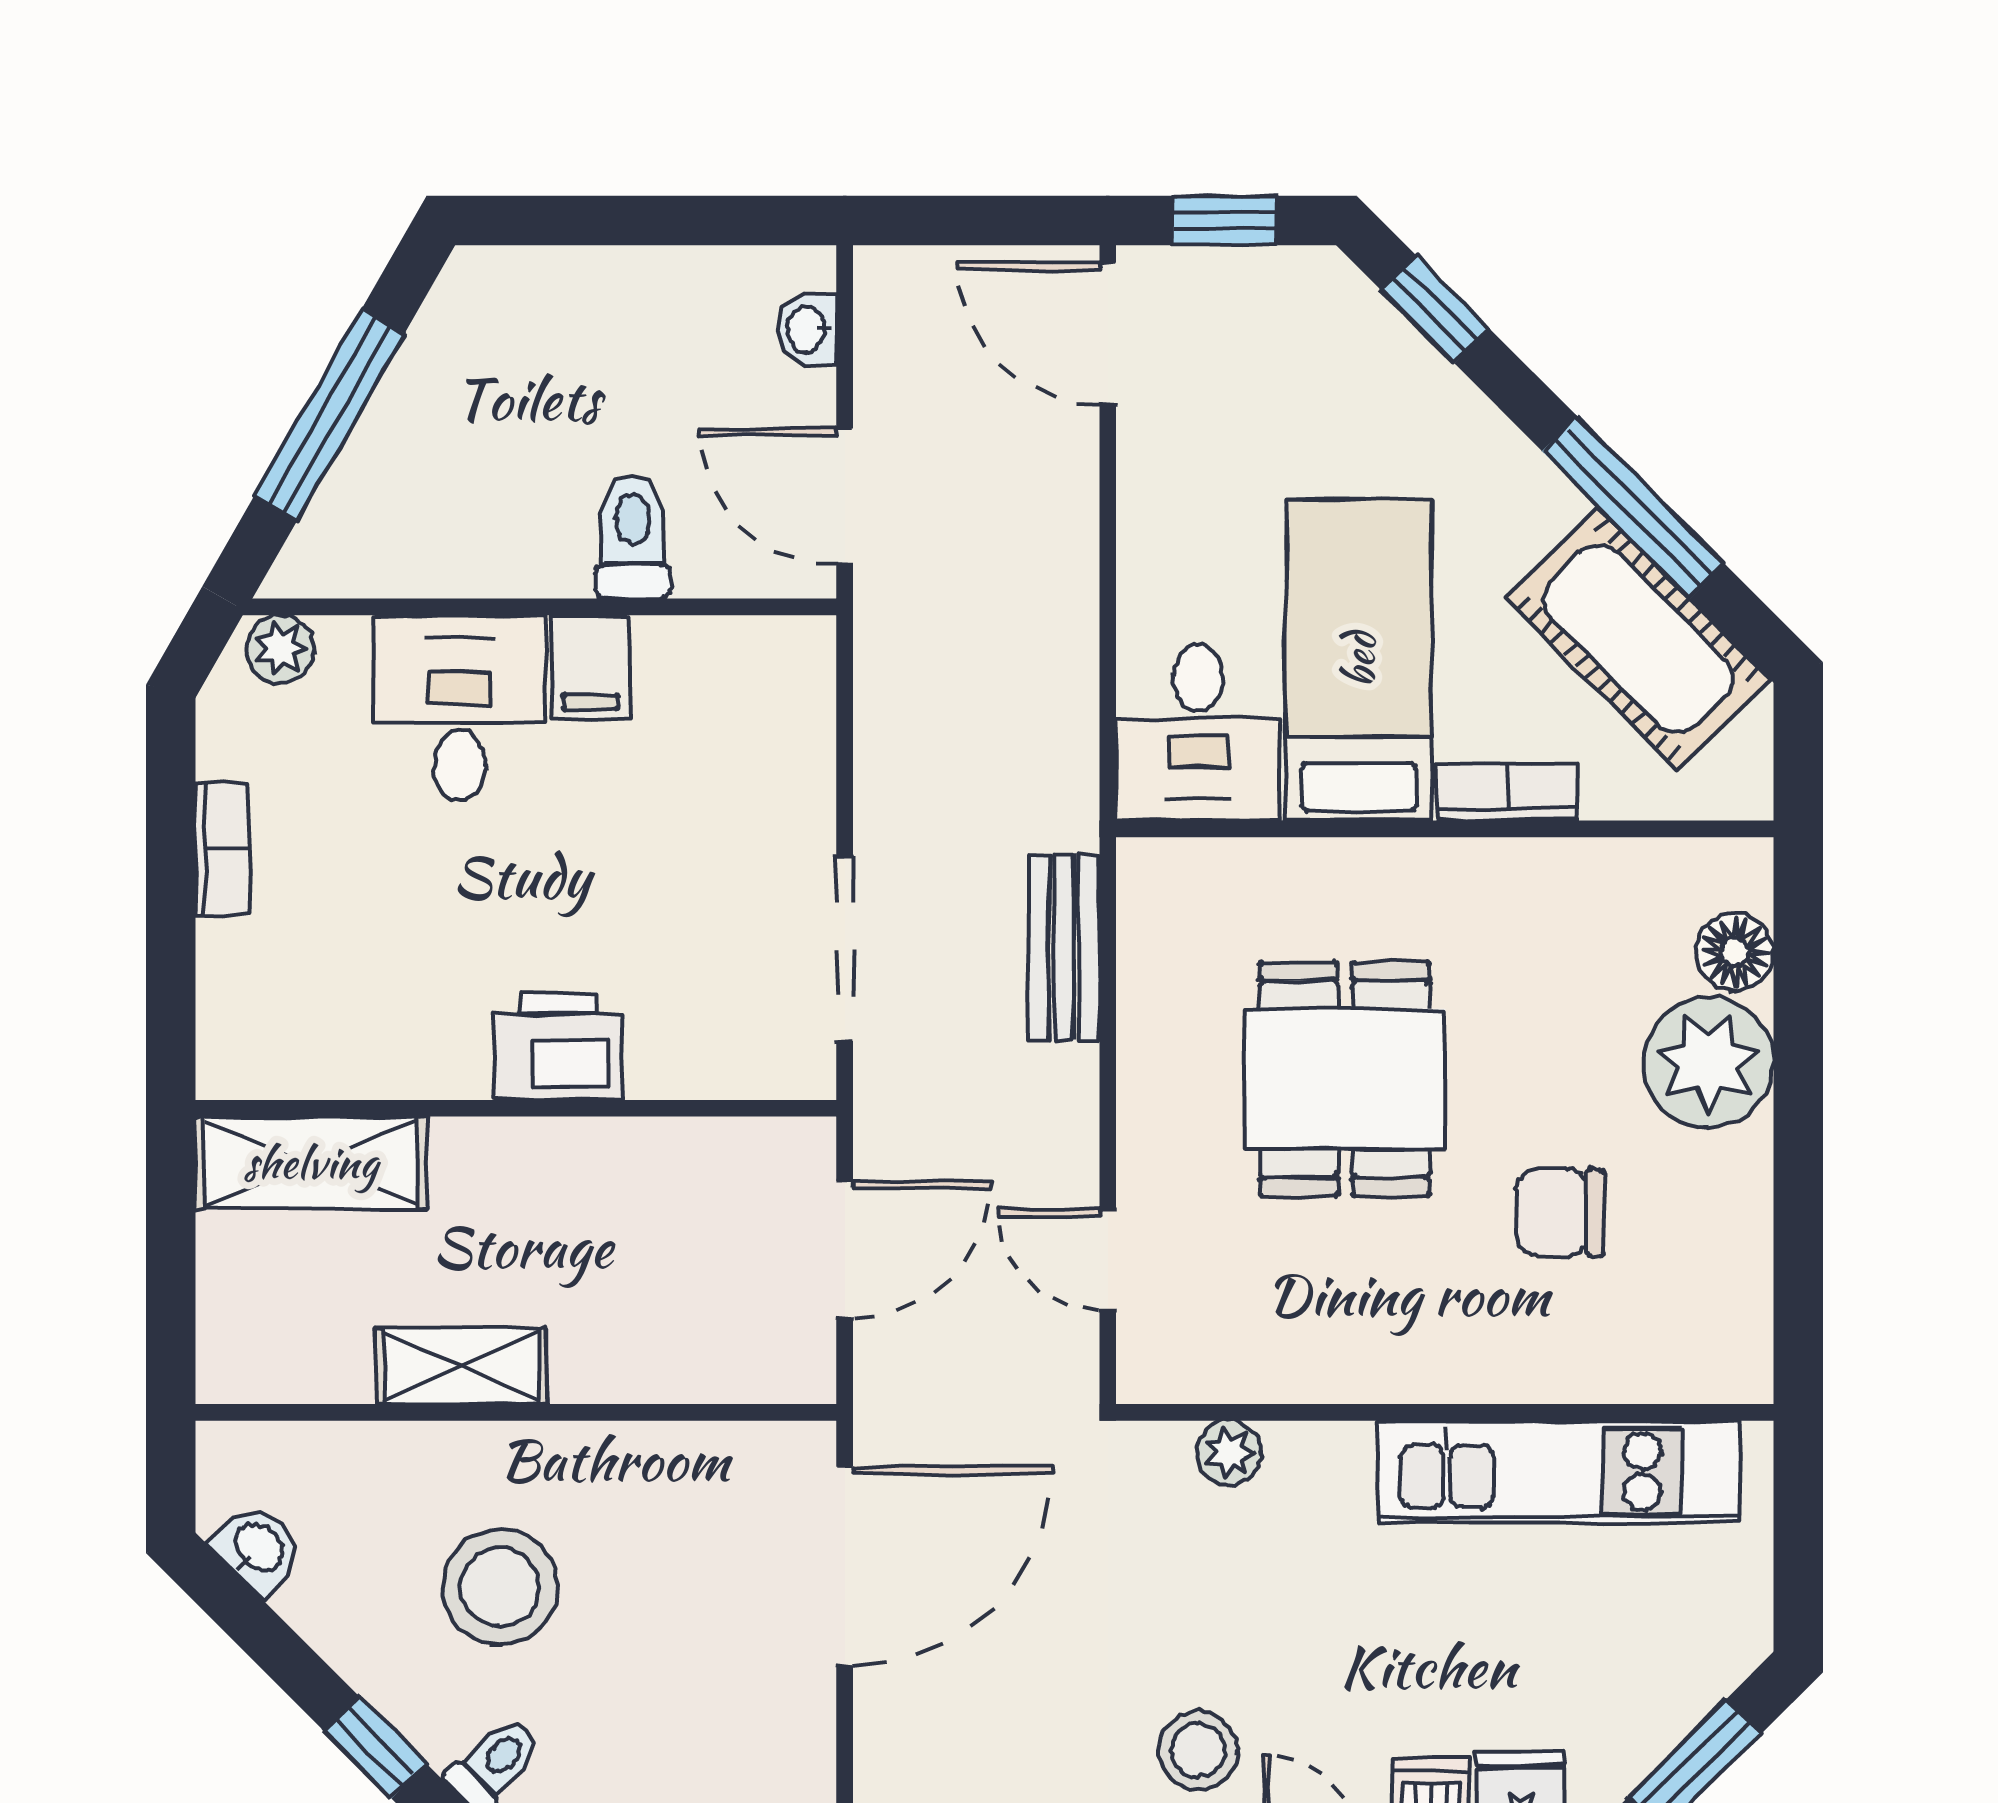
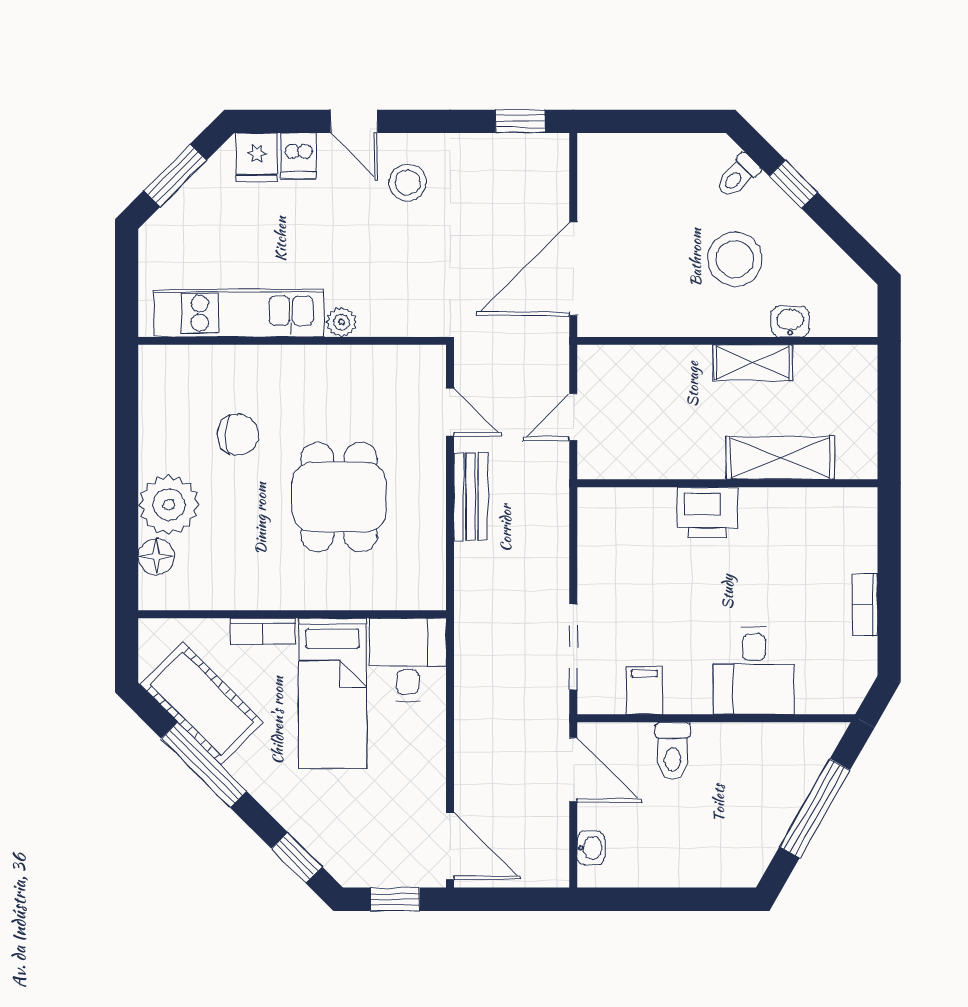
plant: (280, 649) -> (838, 699), removed
filing cabinet: (591, 666) -> (644, 690), moved
bench: (1064, 948) -> (471, 497), moved
doorway: (845, 949) -> (573, 647), moved
shelving: (311, 1163) -> (780, 458), moved
door: (845, 1250) -> (573, 417), width x0.73
plant: (1229, 1453) -> (341, 322), moved
washbasin: (258, 1549) -> (790, 322), moved, turned 135

